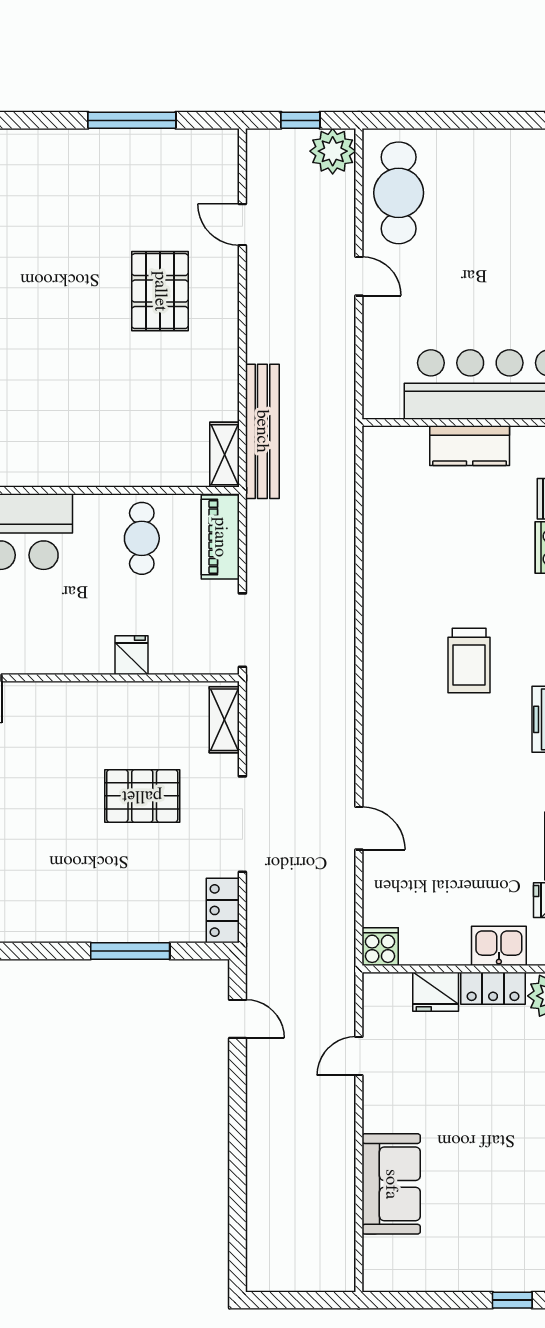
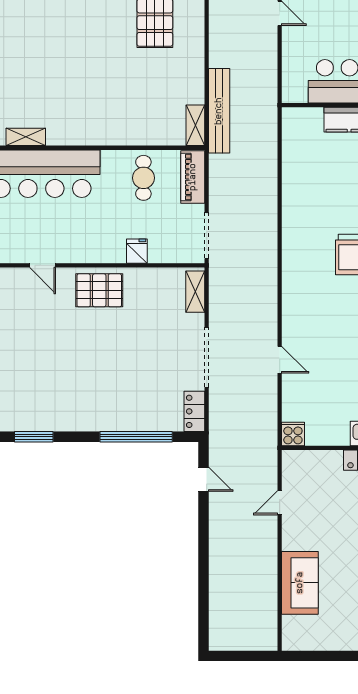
pallet: (142, 796) -> (99, 290), moved
window: (130, 951) -> (136, 437), width x1.46
fridge: (436, 992) -> (328, 462), removed

